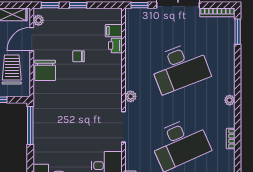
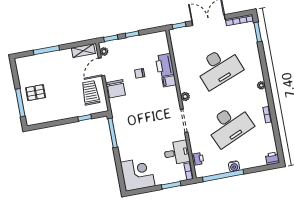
filing cabinet: (114, 31) -> (169, 81), moved
printer: (115, 46) -> (165, 65), width x1.87, depth x1.48

